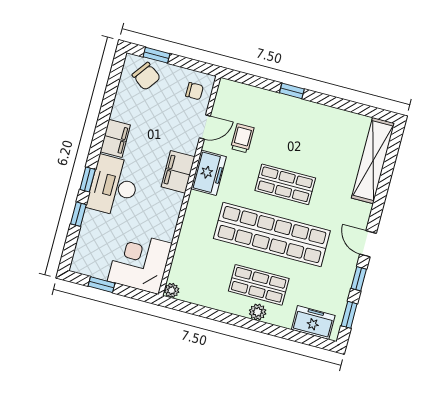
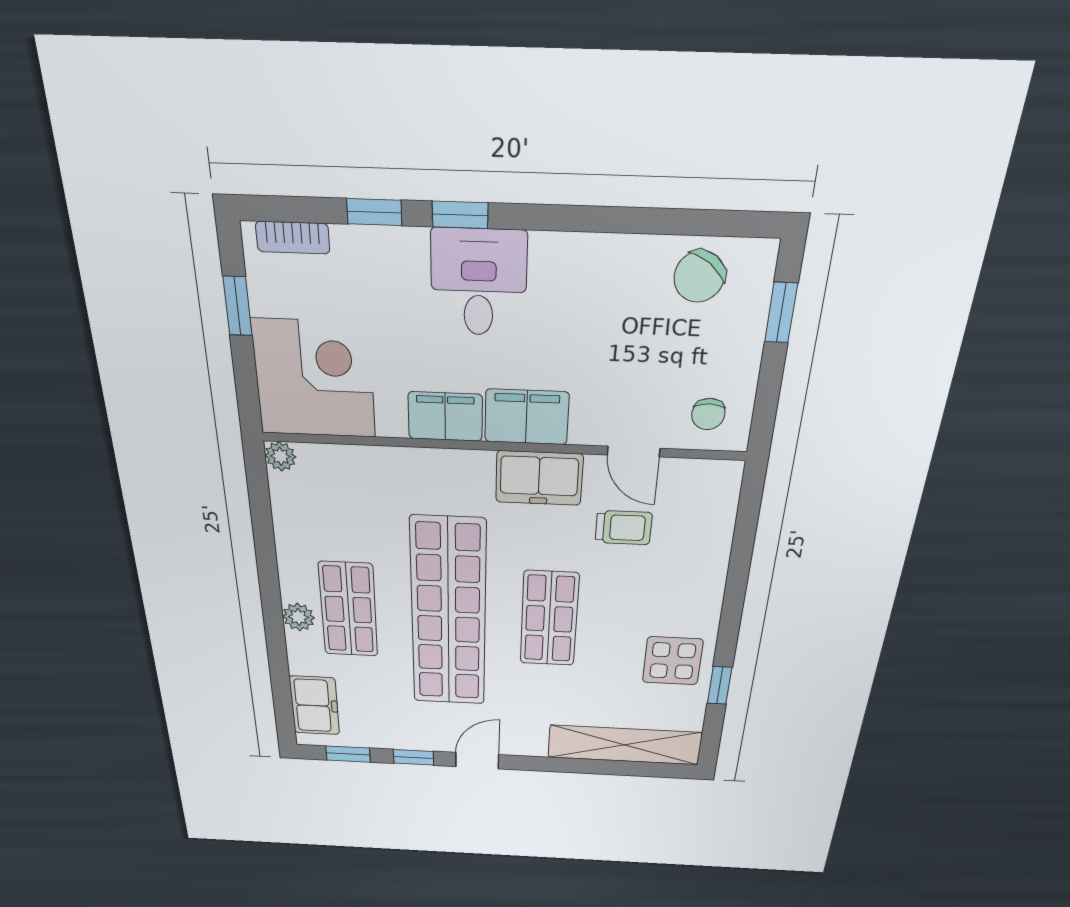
chair: (146, 76) -> (699, 276), moved
window: (292, 91) -> (720, 685), moved
display table: (323, 127) -> (673, 661), added
filing cabinet: (115, 138) -> (445, 417), moved, turned 180
desk: (114, 186) -> (479, 283), width x0.73
bookcase: (80, 251) -> (293, 238), added

